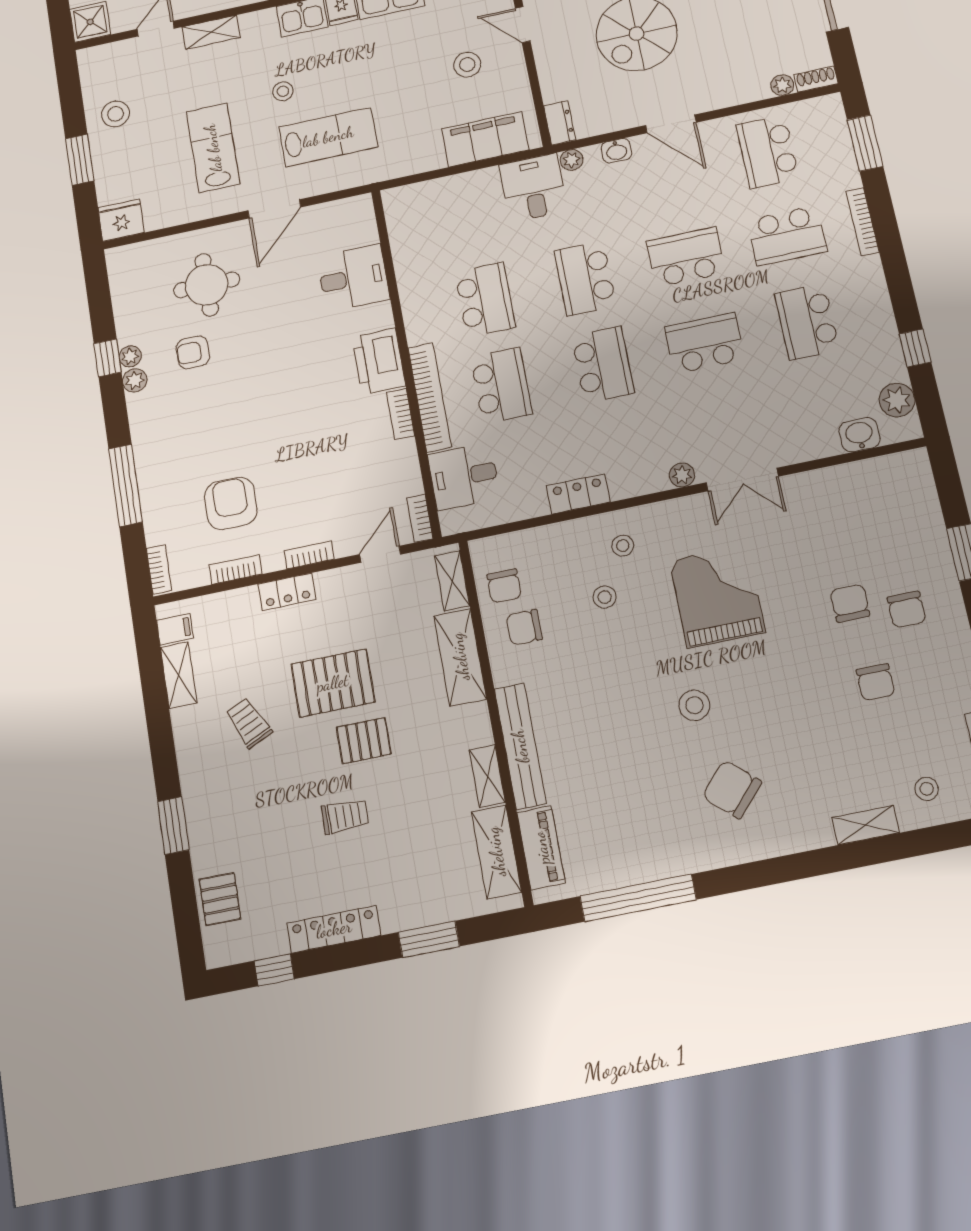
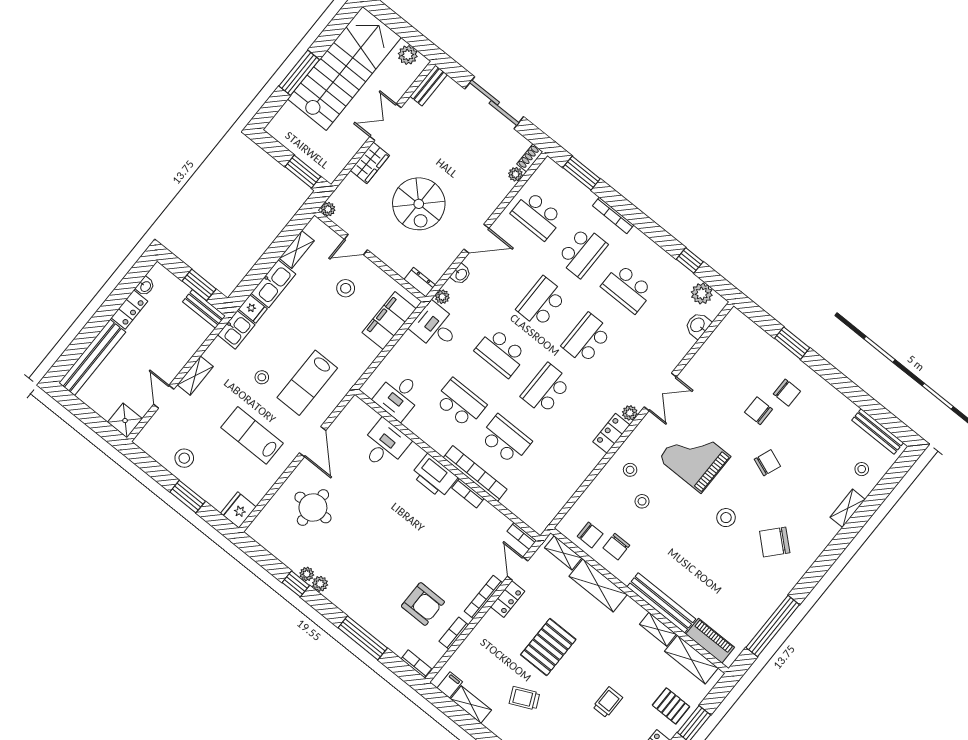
lab bench: (328, 137) -> (307, 383), turned 180
armchair: (193, 352) -> (337, 546), removed
school desk: (603, 364) -> (546, 389), turned -90
desk: (464, 476) -> (398, 396), moved
locker: (578, 494) -> (611, 433), moved
armchair: (231, 503) -> (423, 604), turned 180
bookcase: (309, 555) -> (483, 597), width x1.56
locker: (287, 592) -> (508, 599), moved
chair: (876, 682) -> (767, 463), moved, turned -69
pallet: (364, 741) -> (671, 706), moved, turned 90

